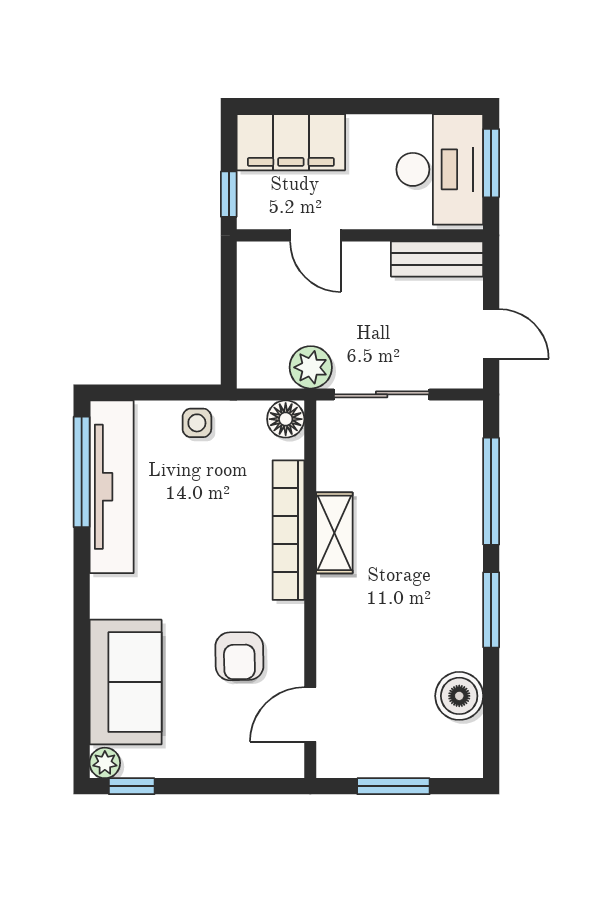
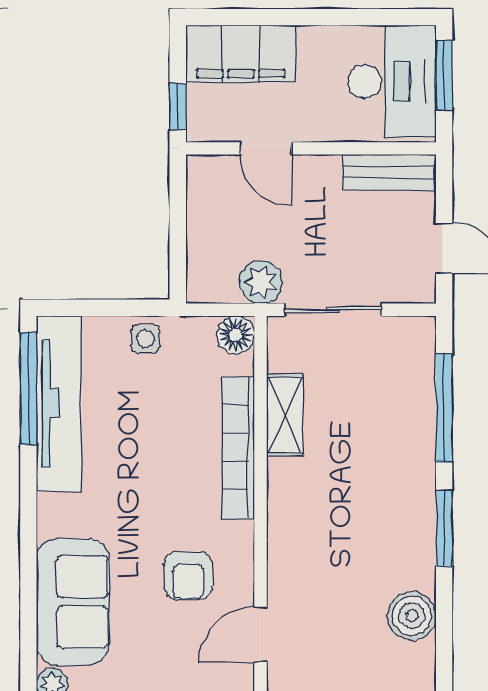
shelving: (334, 533) -> (285, 415), moved

